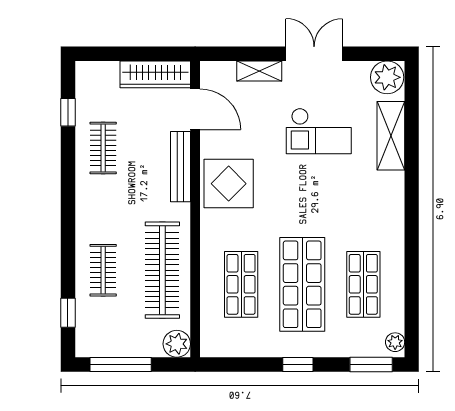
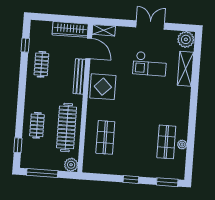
shelving: (259, 71) -> (104, 30), moved
shop shelf: (302, 284) -> (136, 140), removed
plant: (395, 342) -> (182, 145), moved

